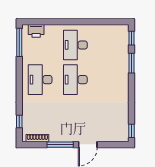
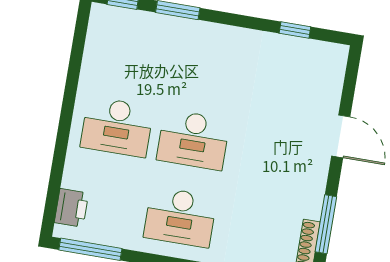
window: (131, 131) -> (295, 30), moved
window: (60, 145) -> (326, 224), moved

